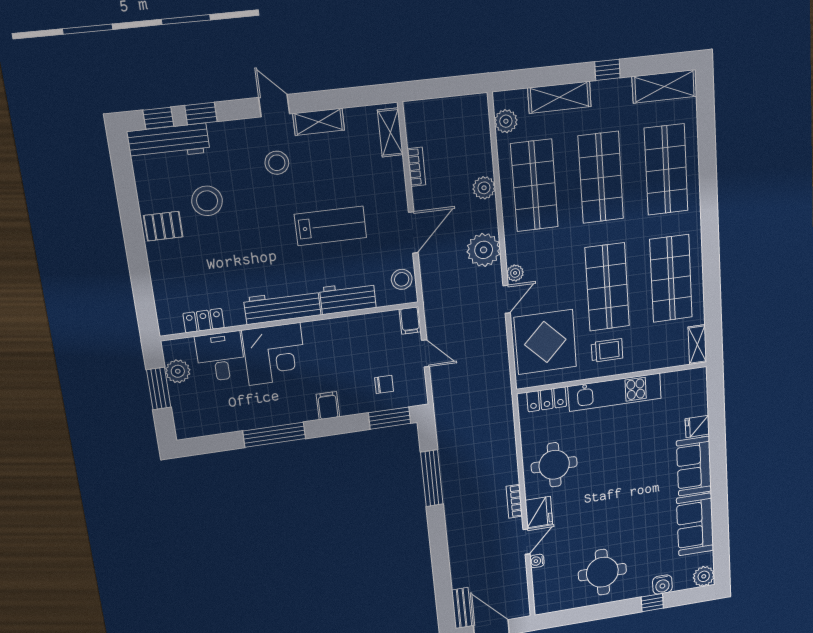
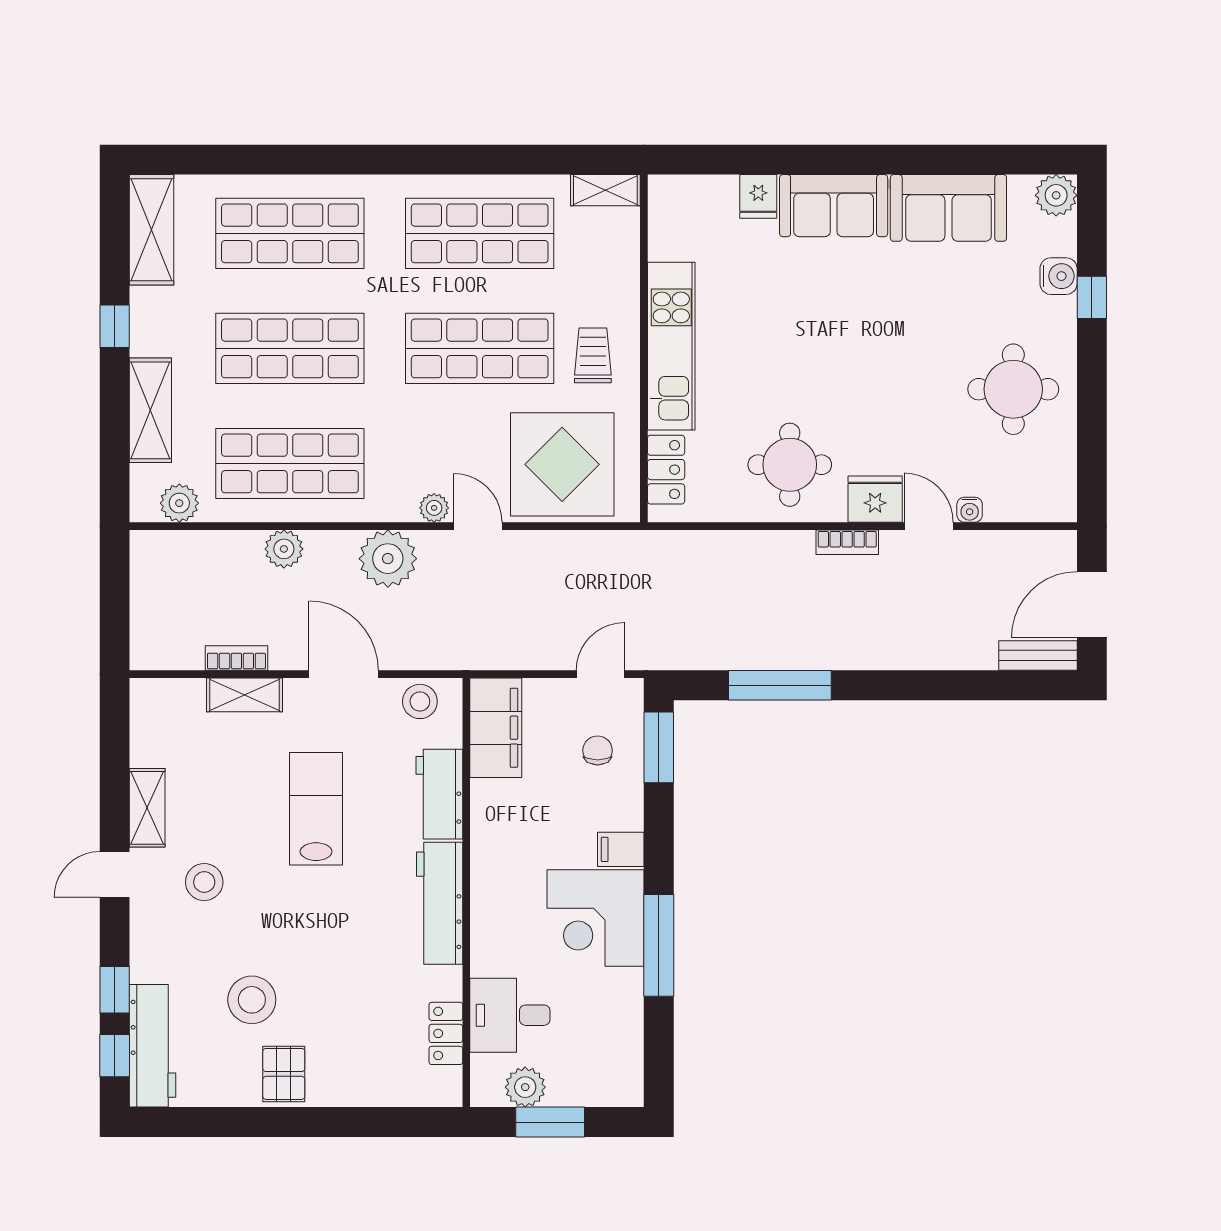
shelving: (390, 132) -> (244, 695), moved
filing cabinet: (410, 320) -> (496, 728), width x3.00, depth x1.17
door: (426, 353) -> (600, 674), moved
corner desk: (274, 354) -> (596, 918), moved, turned 180

